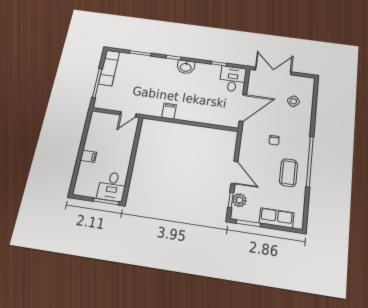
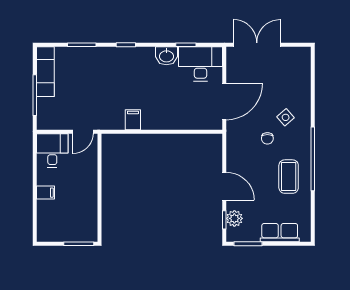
washbasin: (186, 67) -> (166, 56), moved
desk: (233, 79) -> (200, 64), width x1.37
side table: (293, 101) -> (286, 117), moved
desk: (112, 186) -> (52, 150), moved, turned 180

